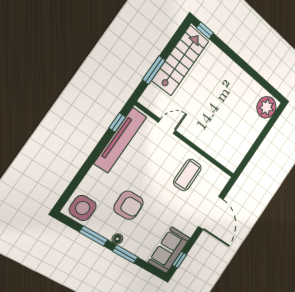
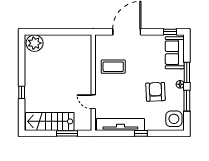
window: (205, 30) -> (22, 92), moved
window: (117, 122) -> (141, 133), moved
sofa: (169, 250) -> (175, 53), moved, turned 90

